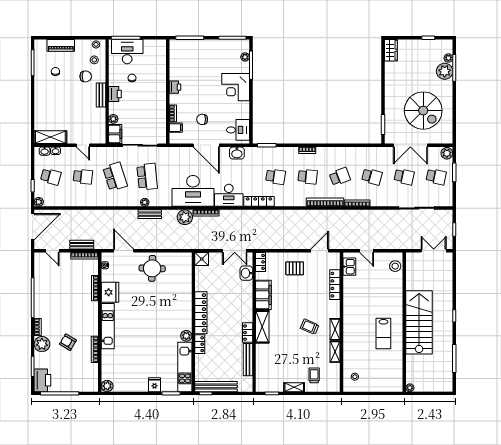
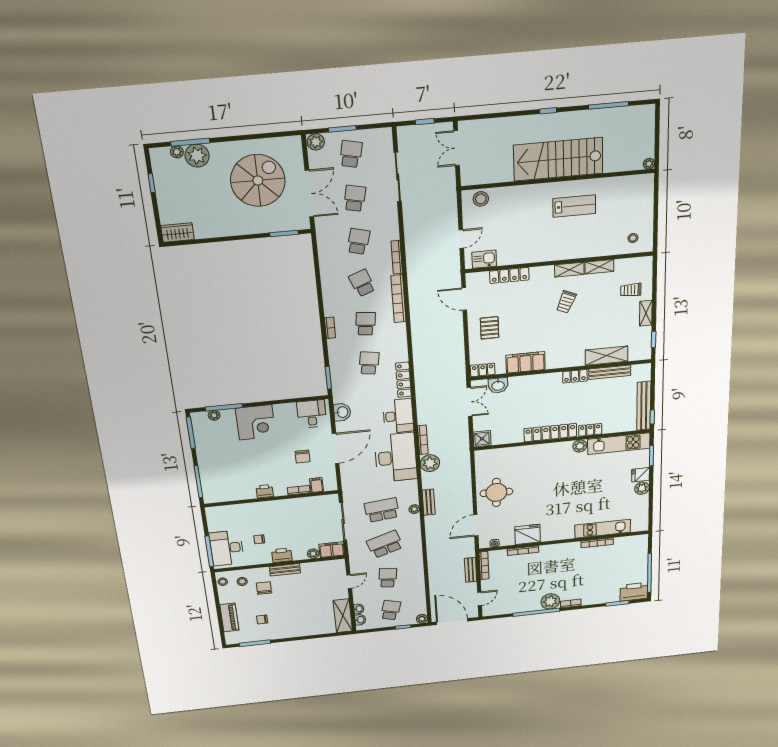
kitchen unit: (108, 326) -> (603, 529), moved
shelving: (262, 327) -> (607, 356), moved
armchair: (68, 342) -> (589, 571), removed
plant: (42, 344) -> (550, 601), moved
plant: (107, 386) -> (642, 488), moved

